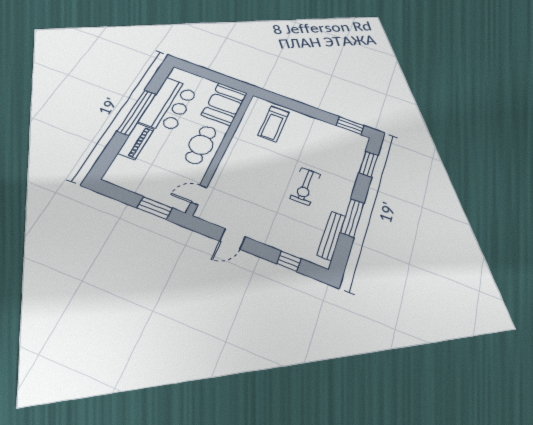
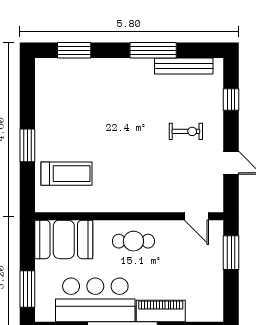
window: (200, 71) -> (27, 289), added
window: (350, 126) -> (27, 145), moved
cafe table: (201, 145) -> (133, 241), width x0.73, depth x0.74
exercise bike: (305, 186) -> (186, 131), moved, width x0.73, depth x0.72

